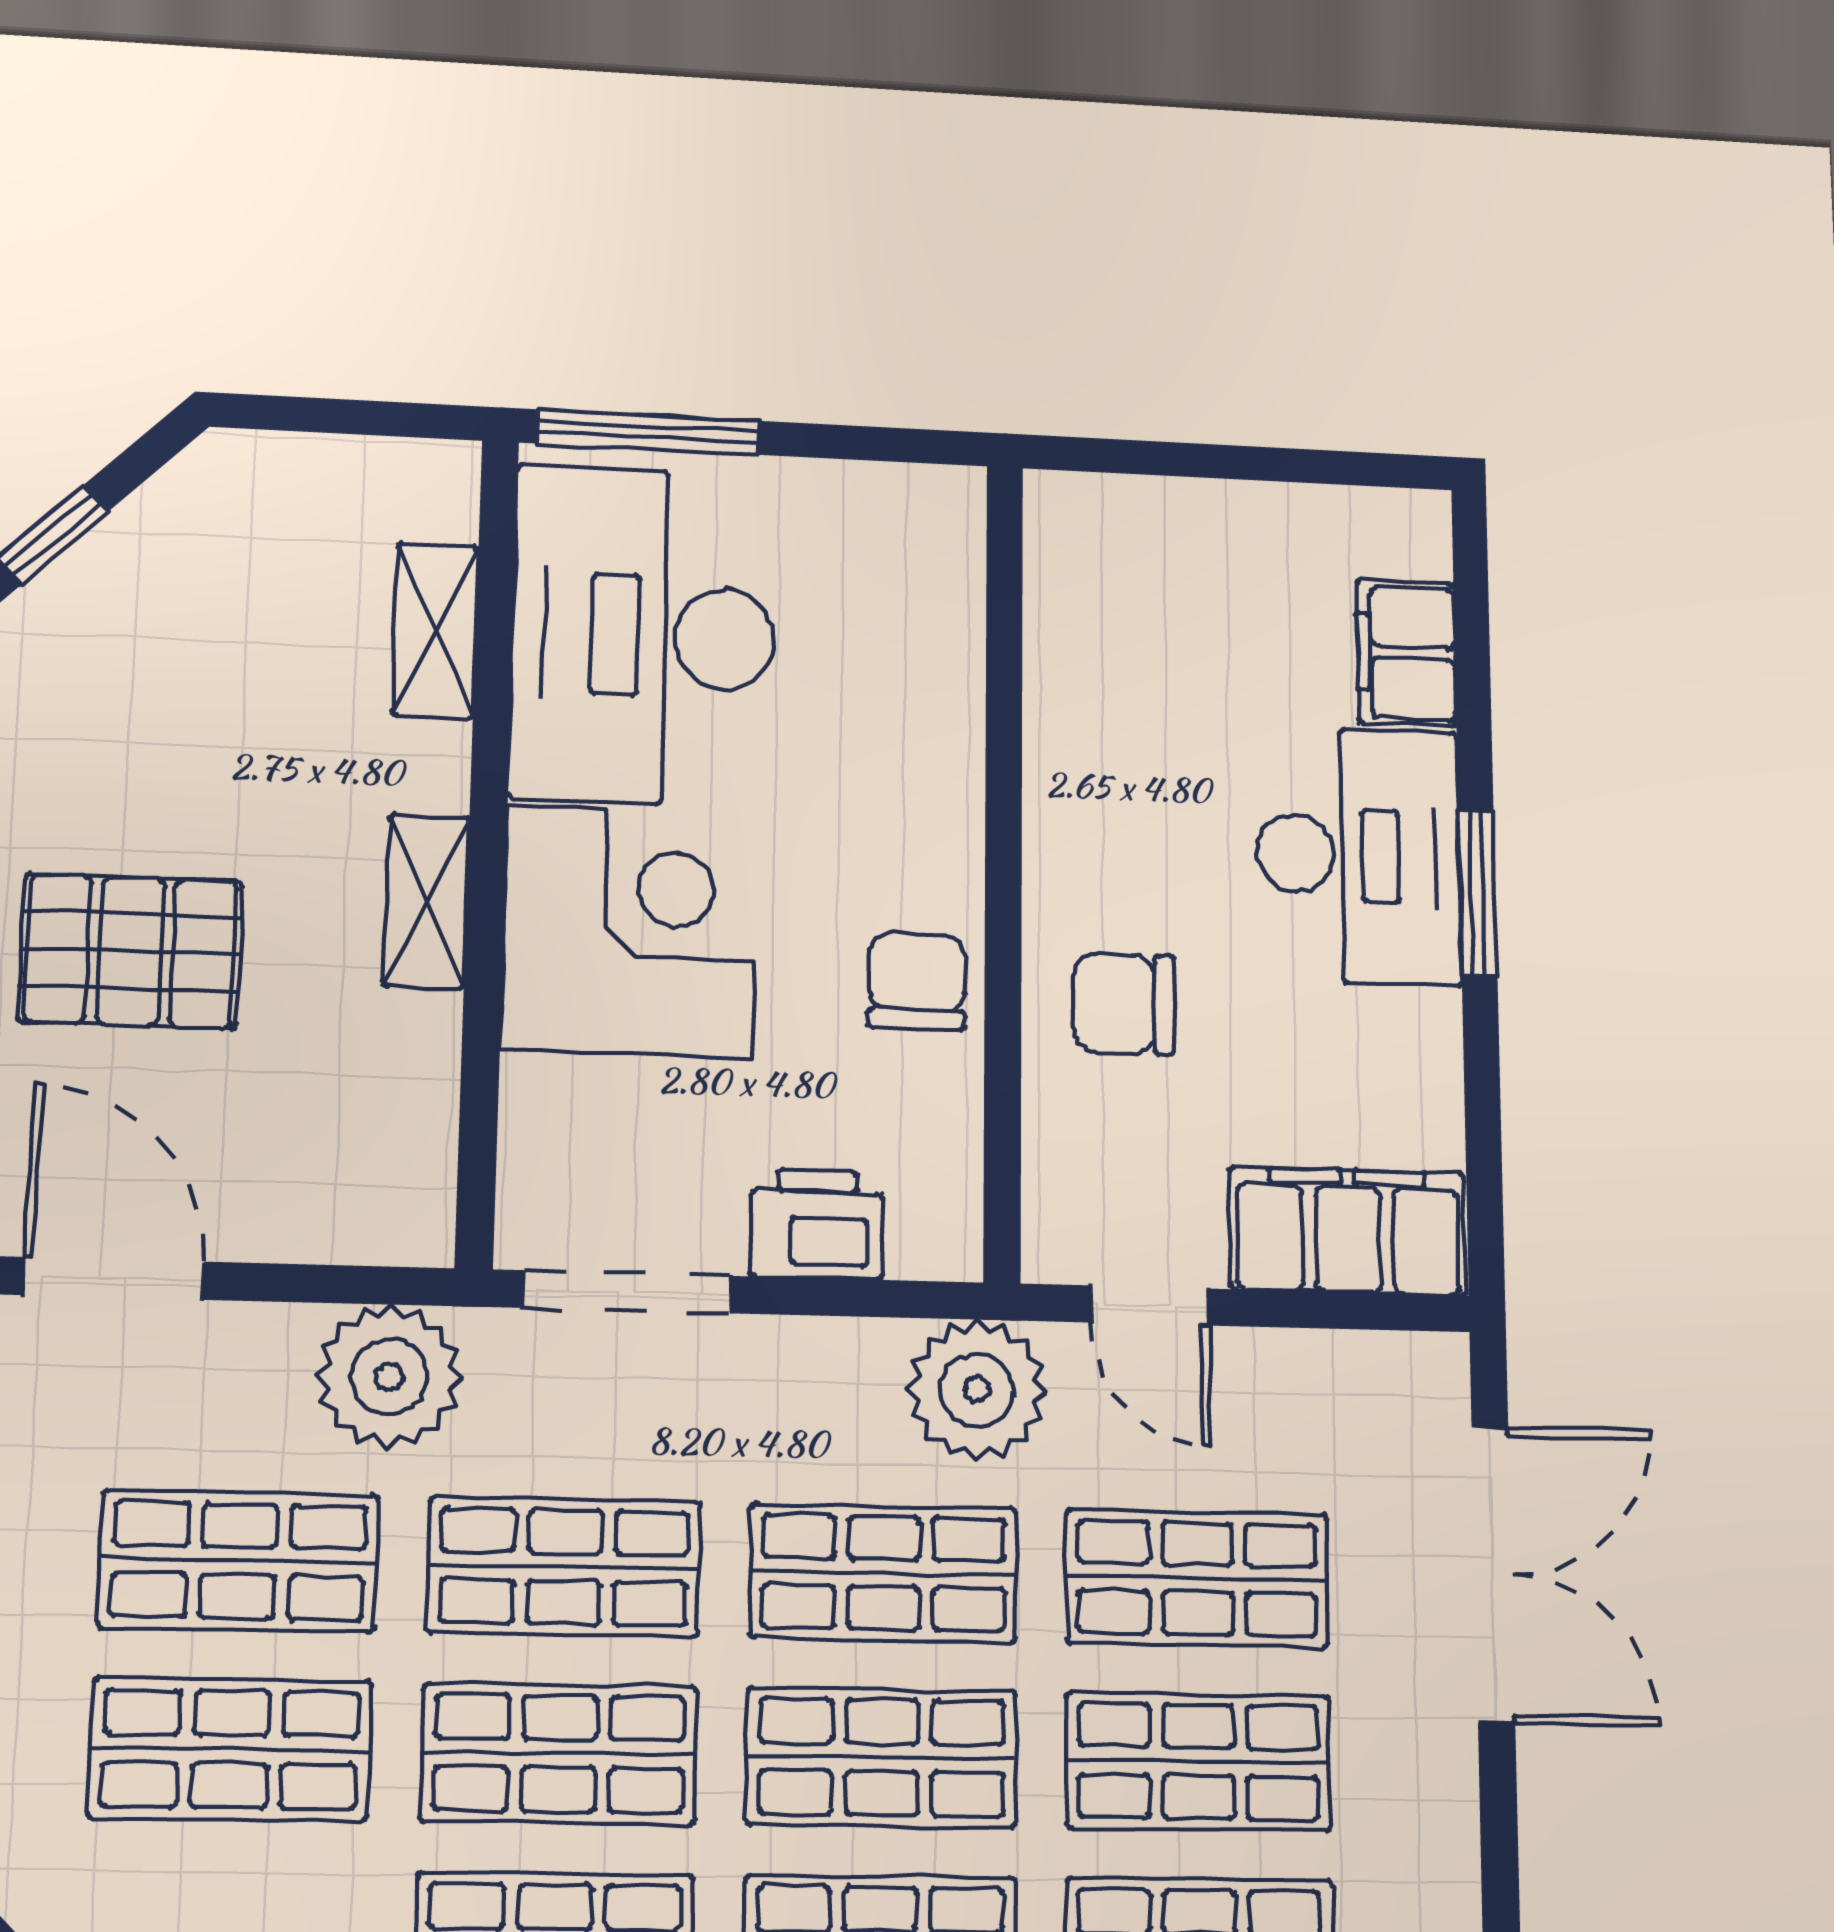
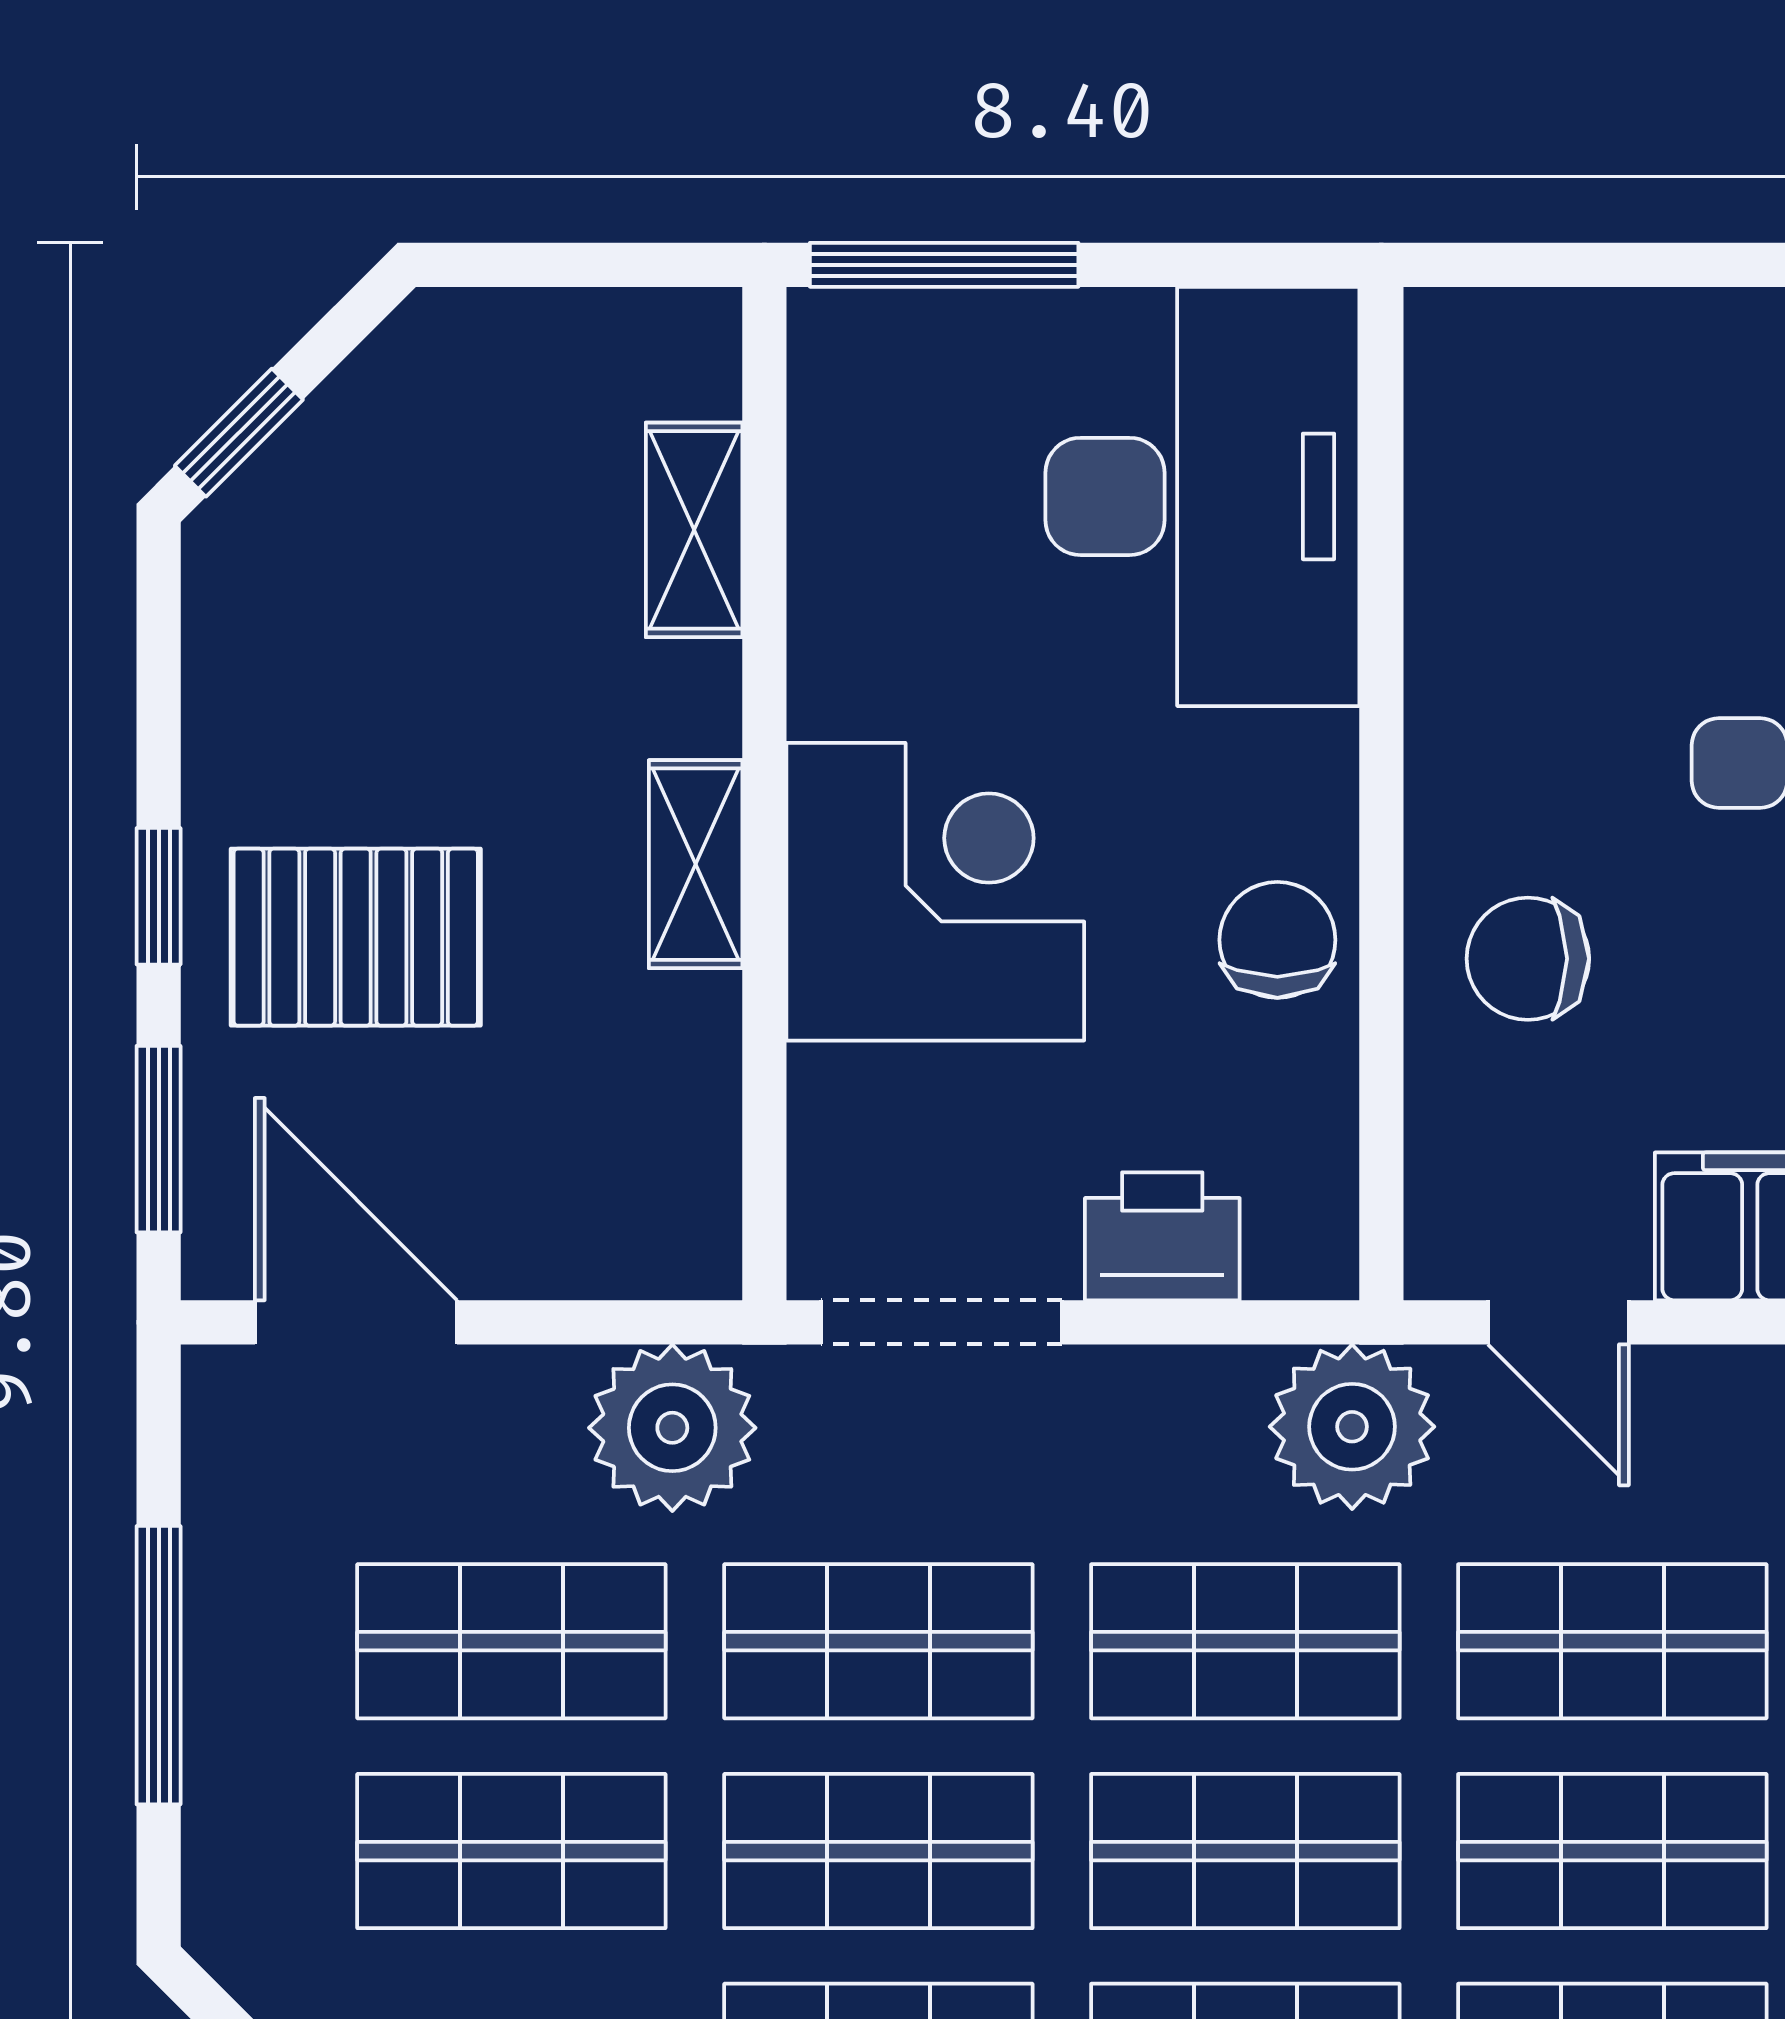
desk: (644, 636) -> (1202, 496), moved, turned 180

